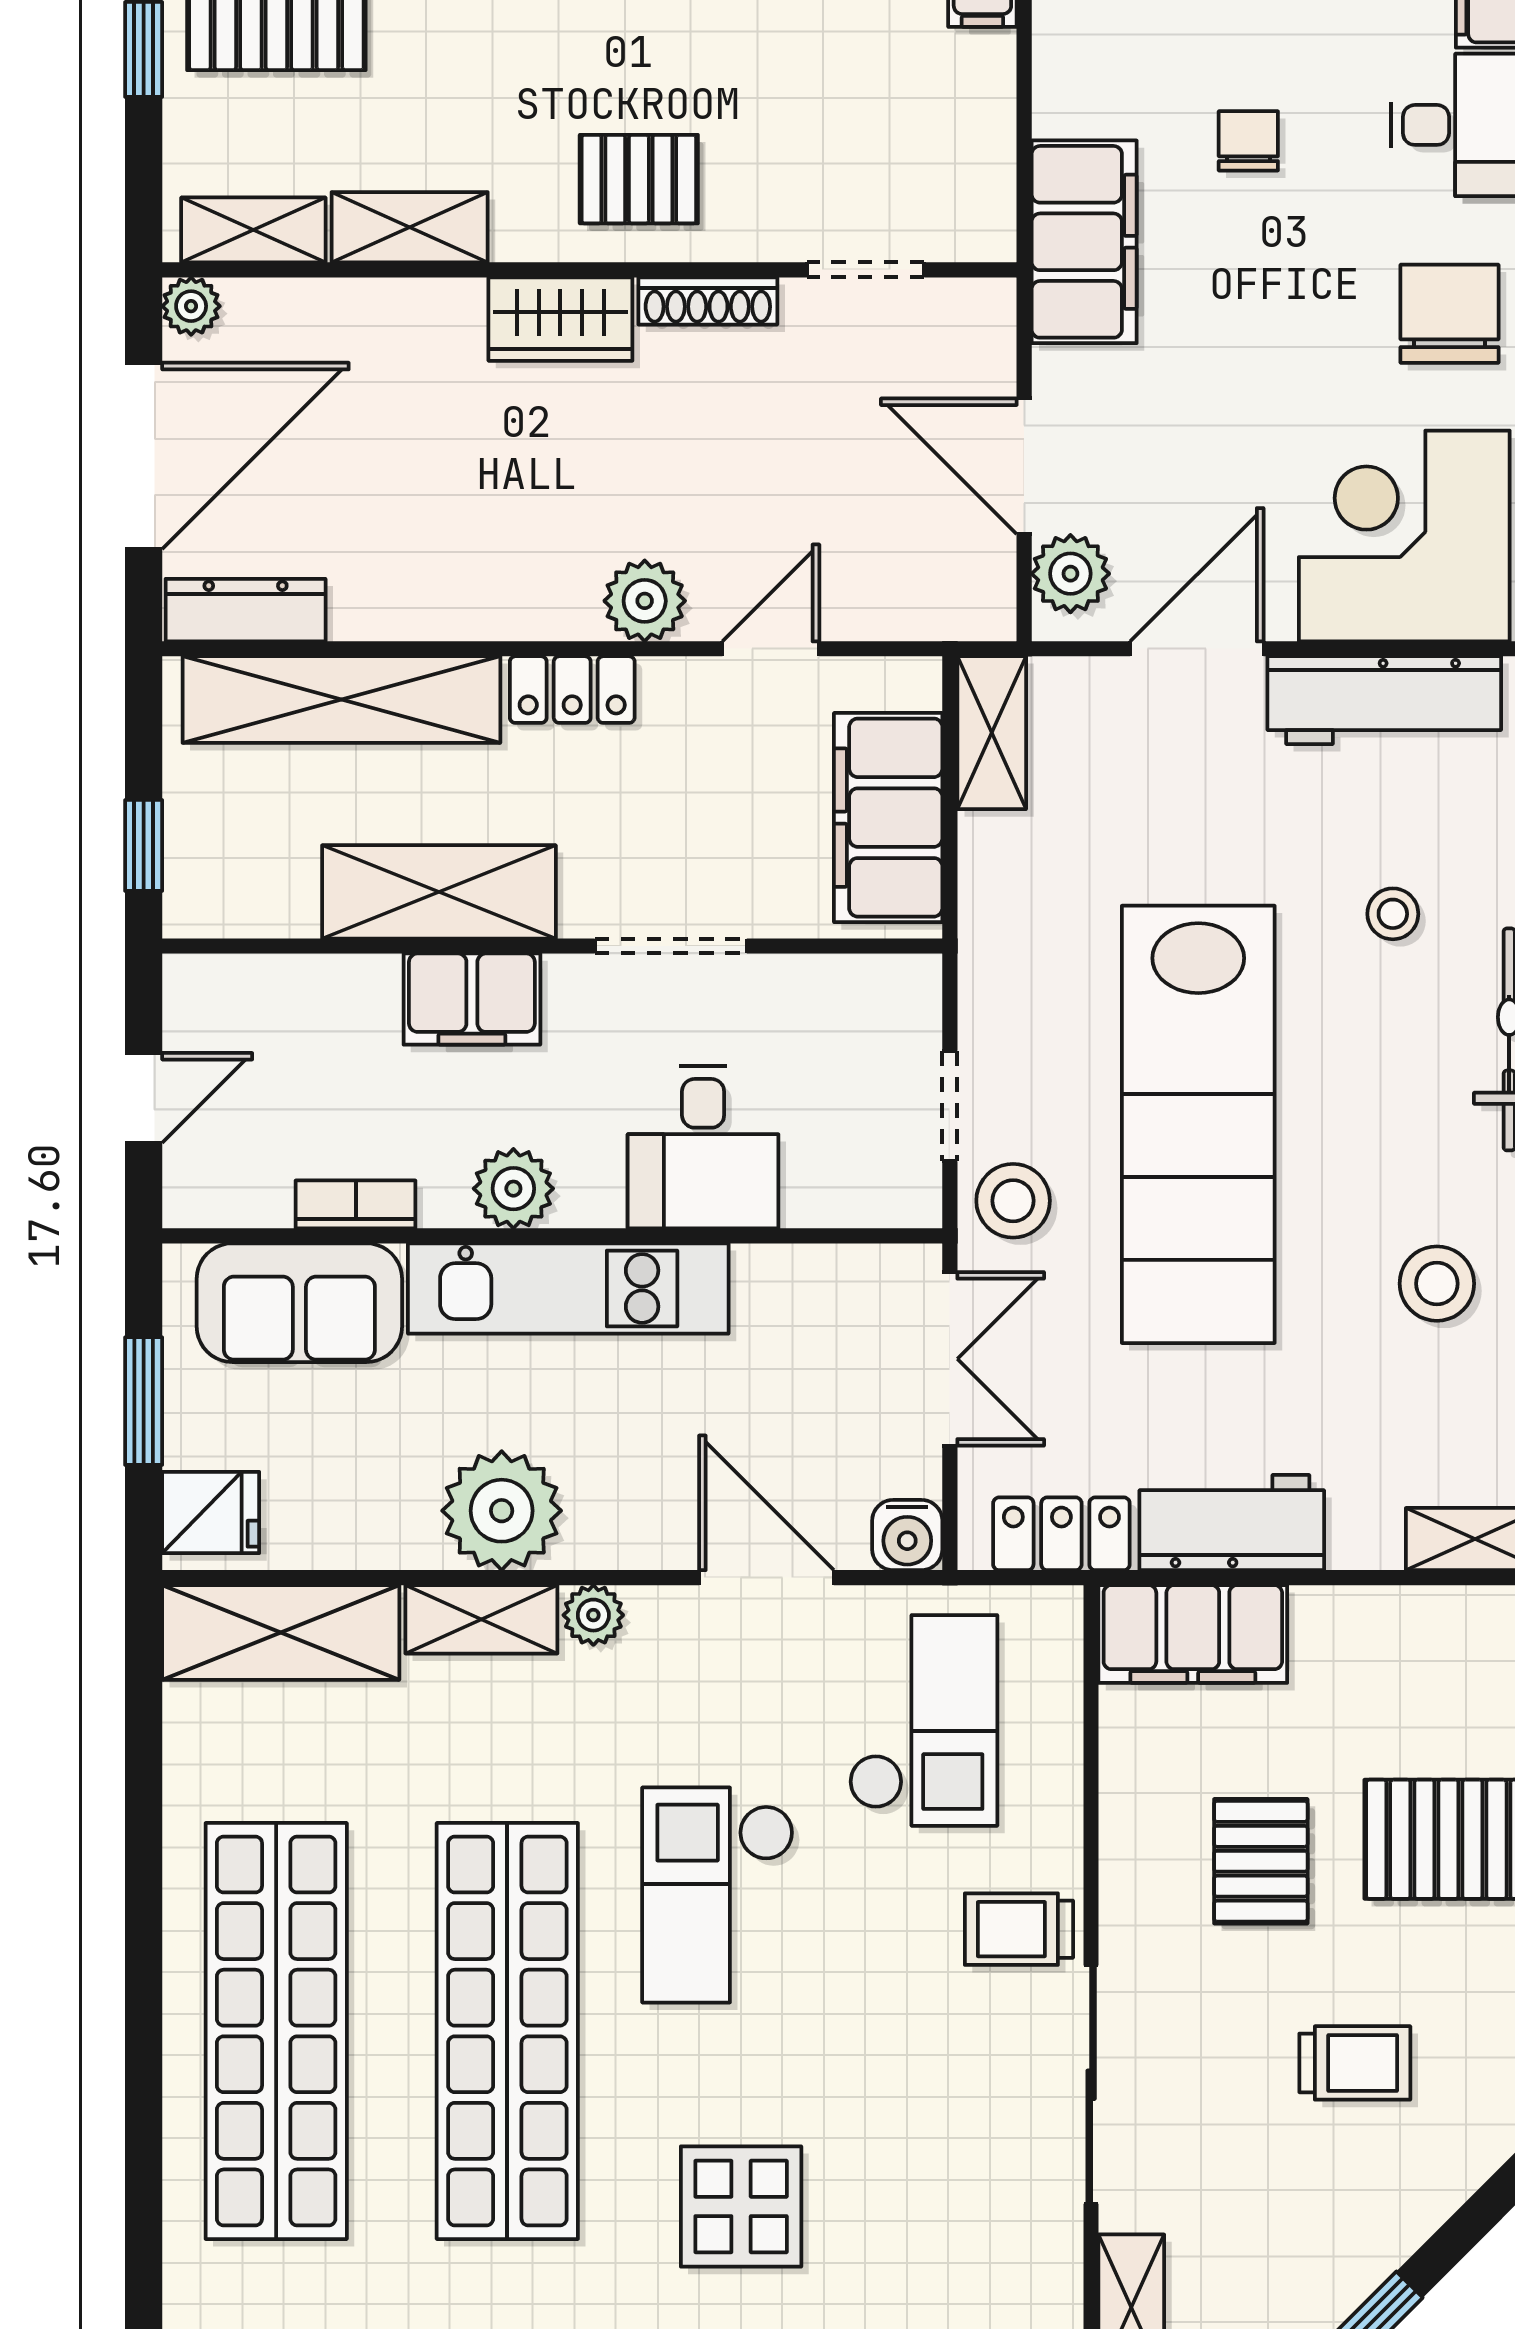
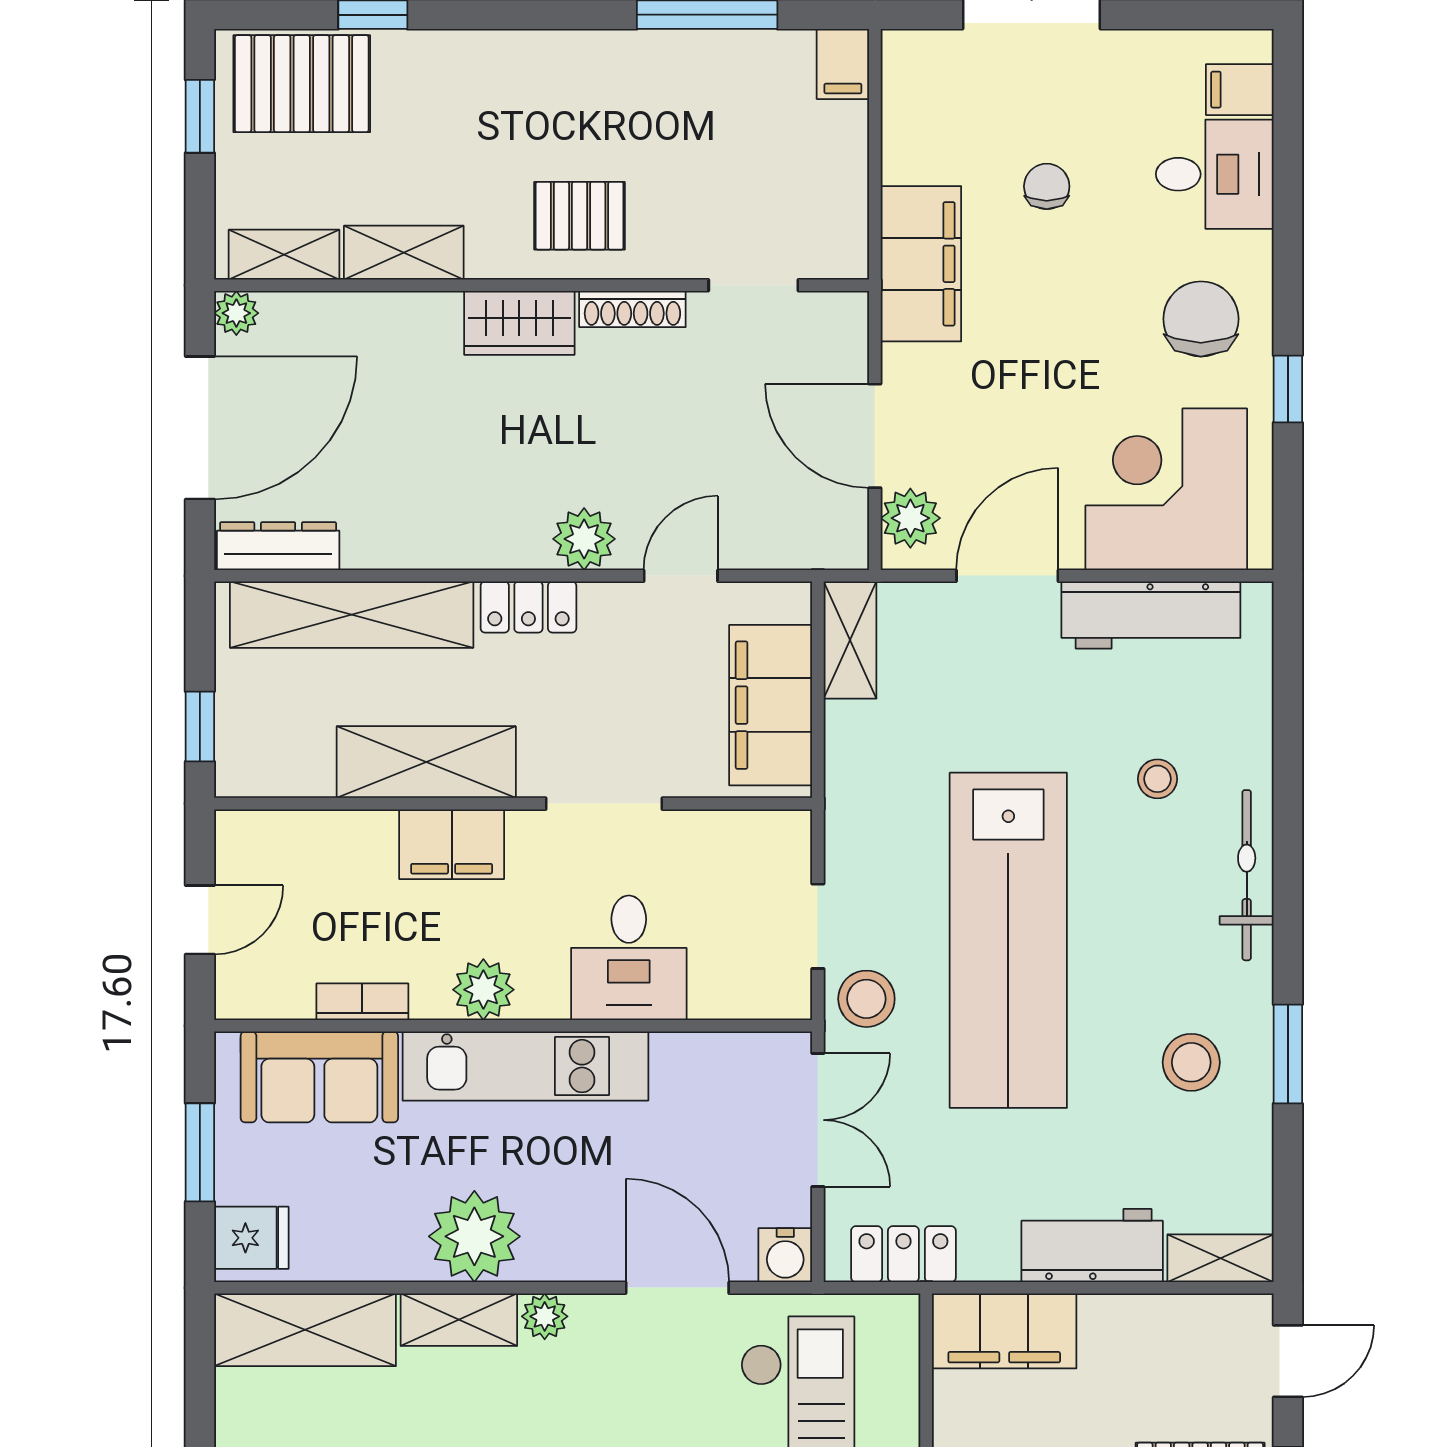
workbench: (1232, 1523) -> (1092, 1246), moved

